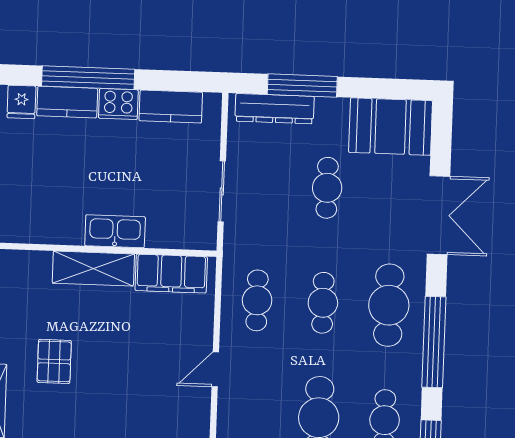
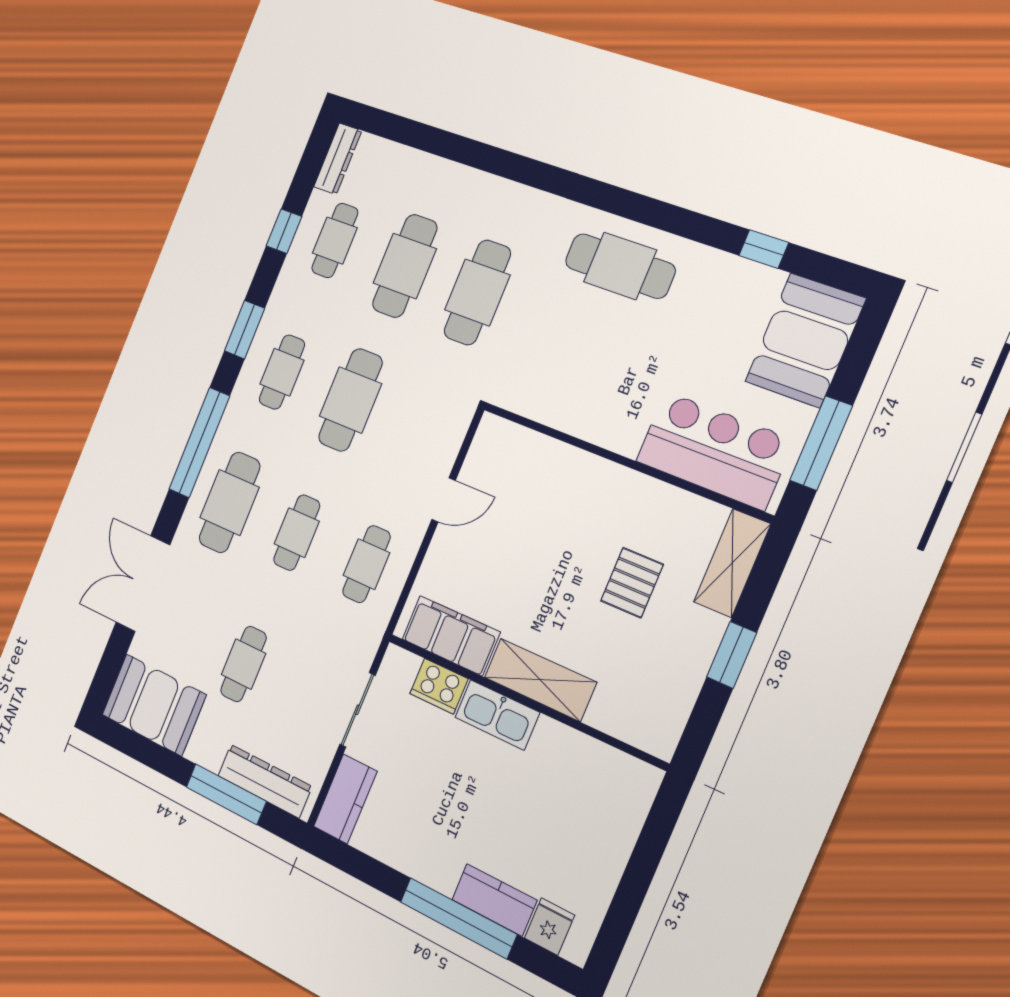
cooker: (118, 104) -> (439, 686), moved, turned 180
kitchen counter: (171, 107) -> (345, 799), moved, turned 90

